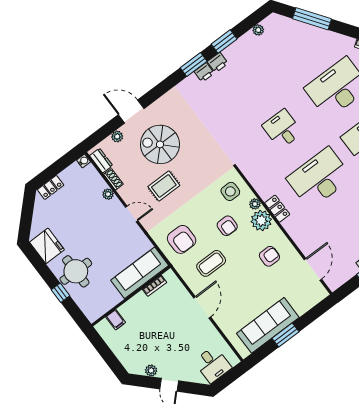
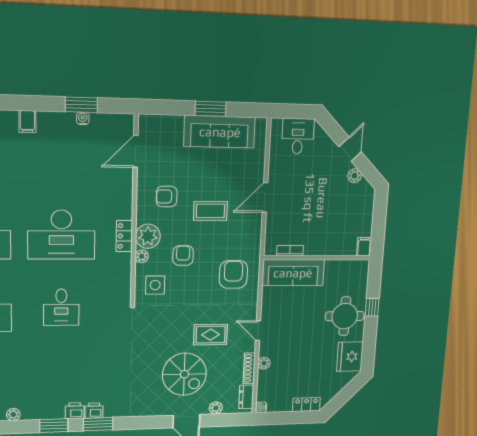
shoe rack: (113, 179) -> (249, 368), width x1.43
coffee table: (211, 263) -> (210, 211), moved
filing cabinet: (116, 320) -> (364, 247), moved

